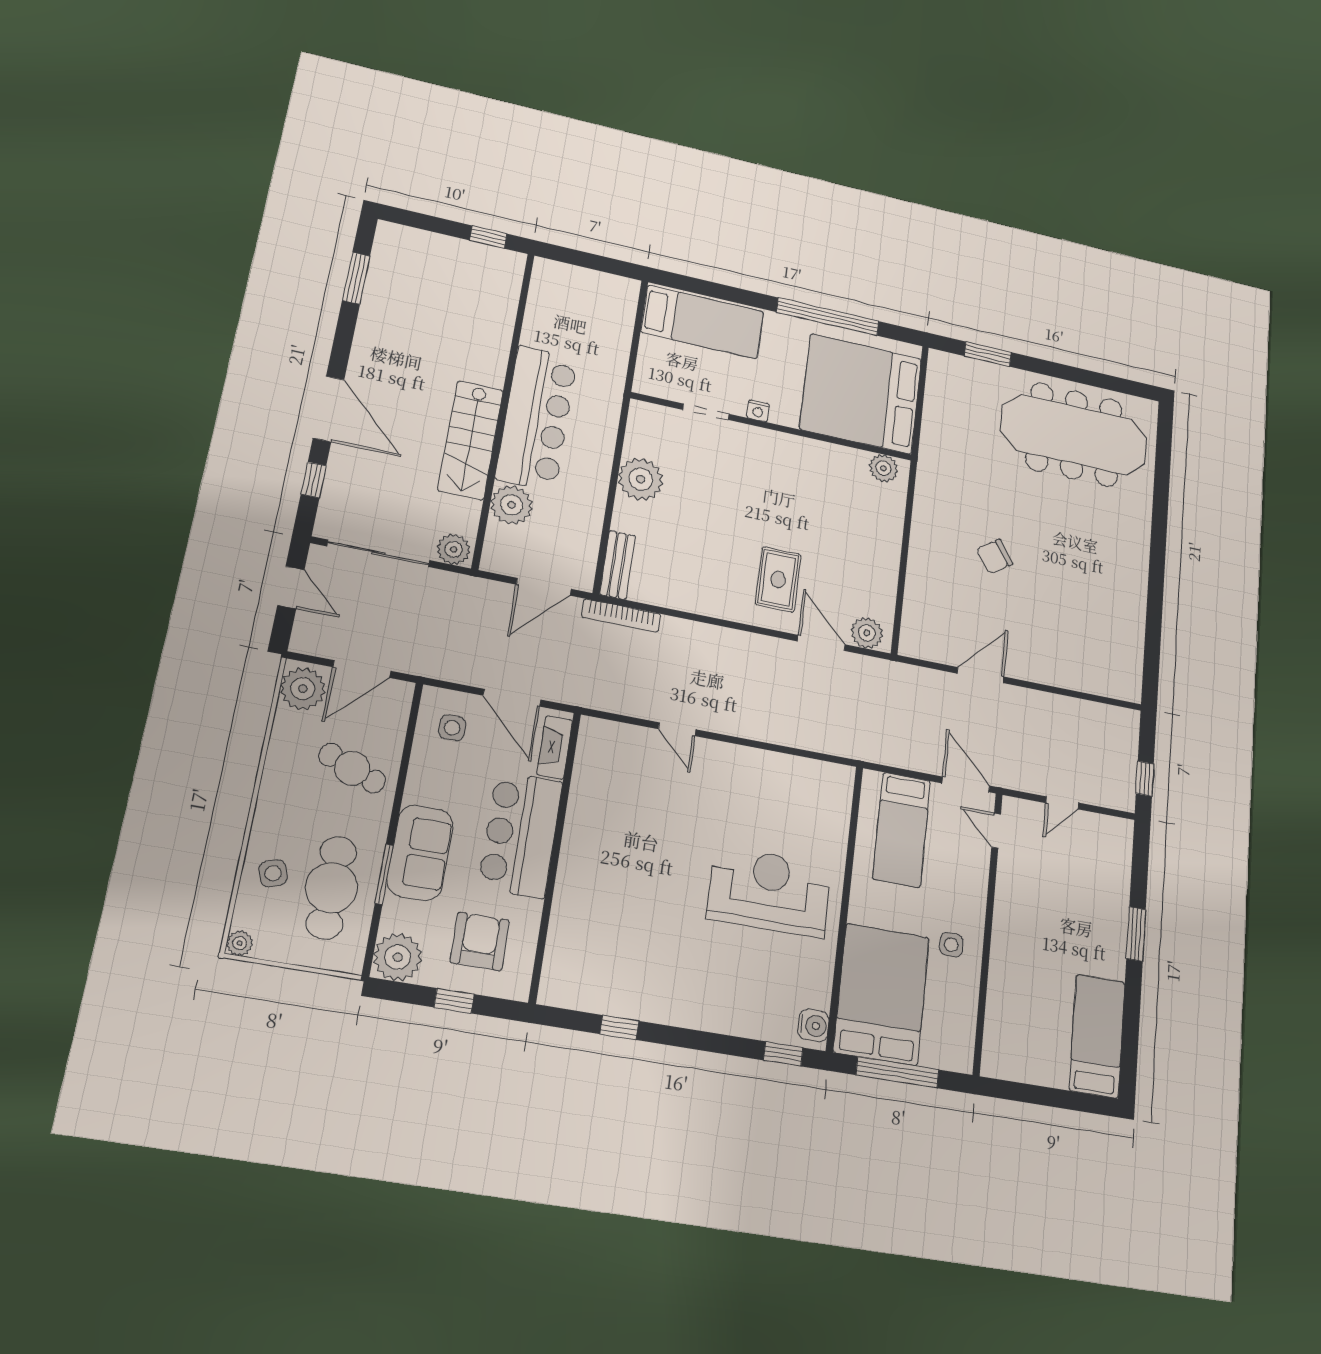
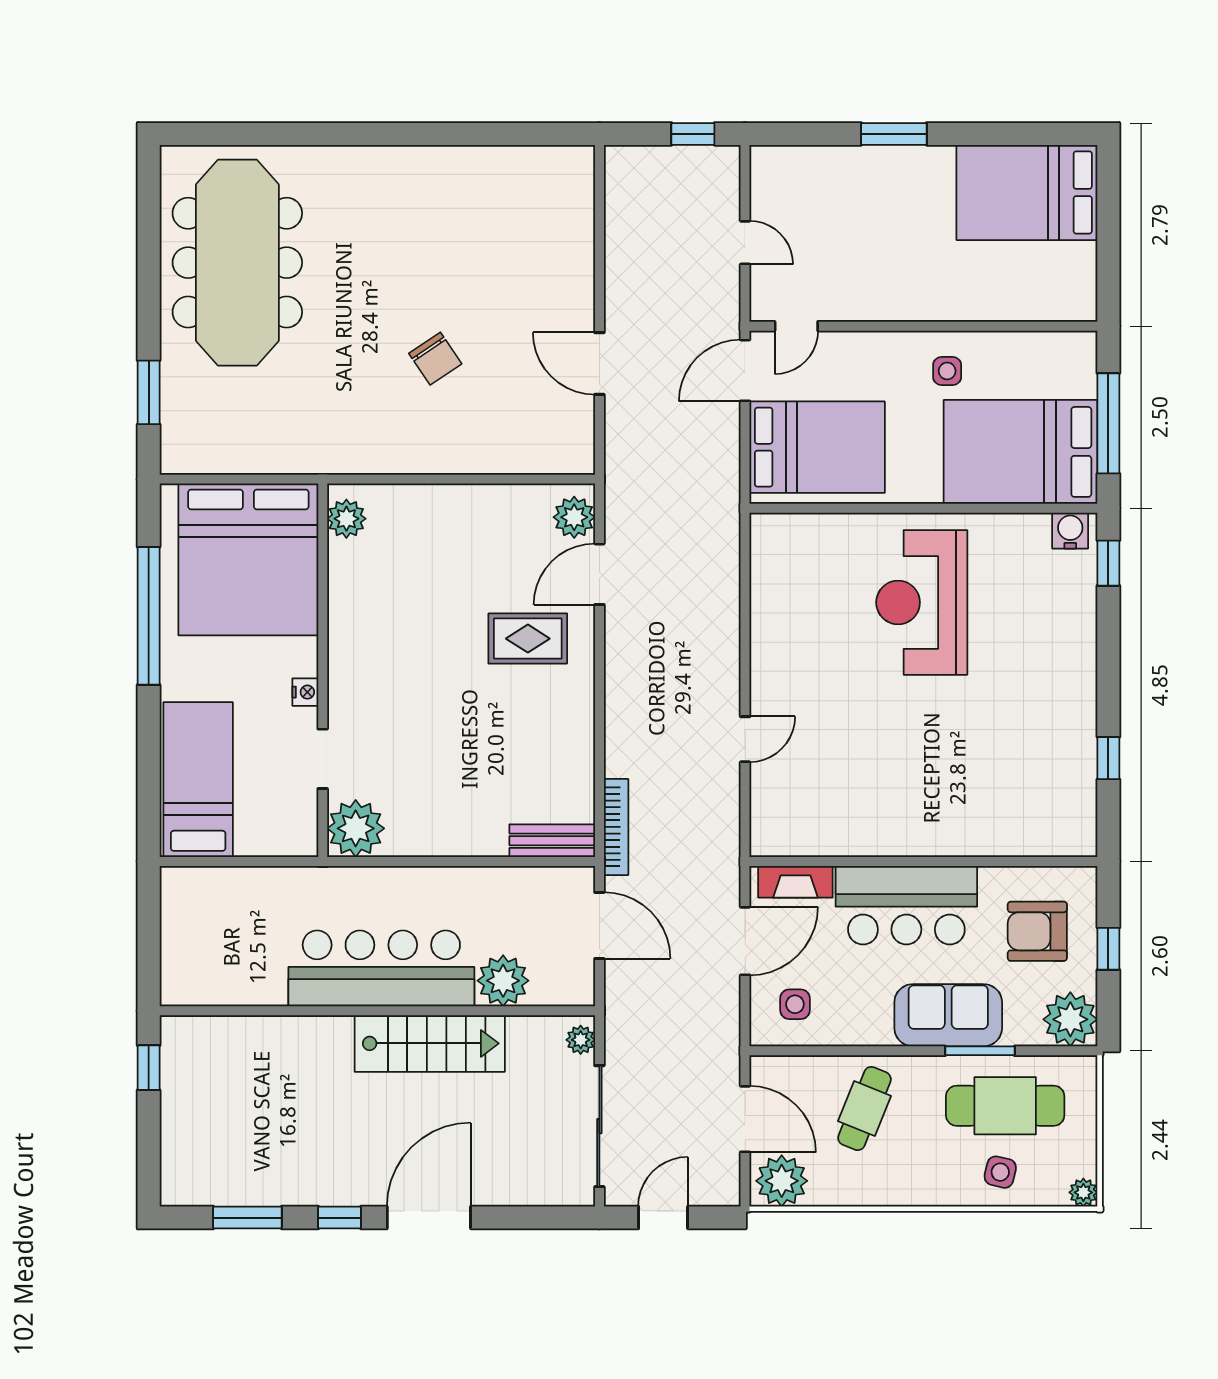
plant: (641, 479) -> (356, 828), moved
window: (314, 480) -> (340, 1218), moved
plant: (454, 549) -> (581, 1040), width x0.73, depth x0.73
bed: (902, 830) -> (817, 447), width x1.50
side table: (273, 873) -> (1000, 1172), turned 33
bed: (1097, 1036) -> (1027, 192), width x1.50

